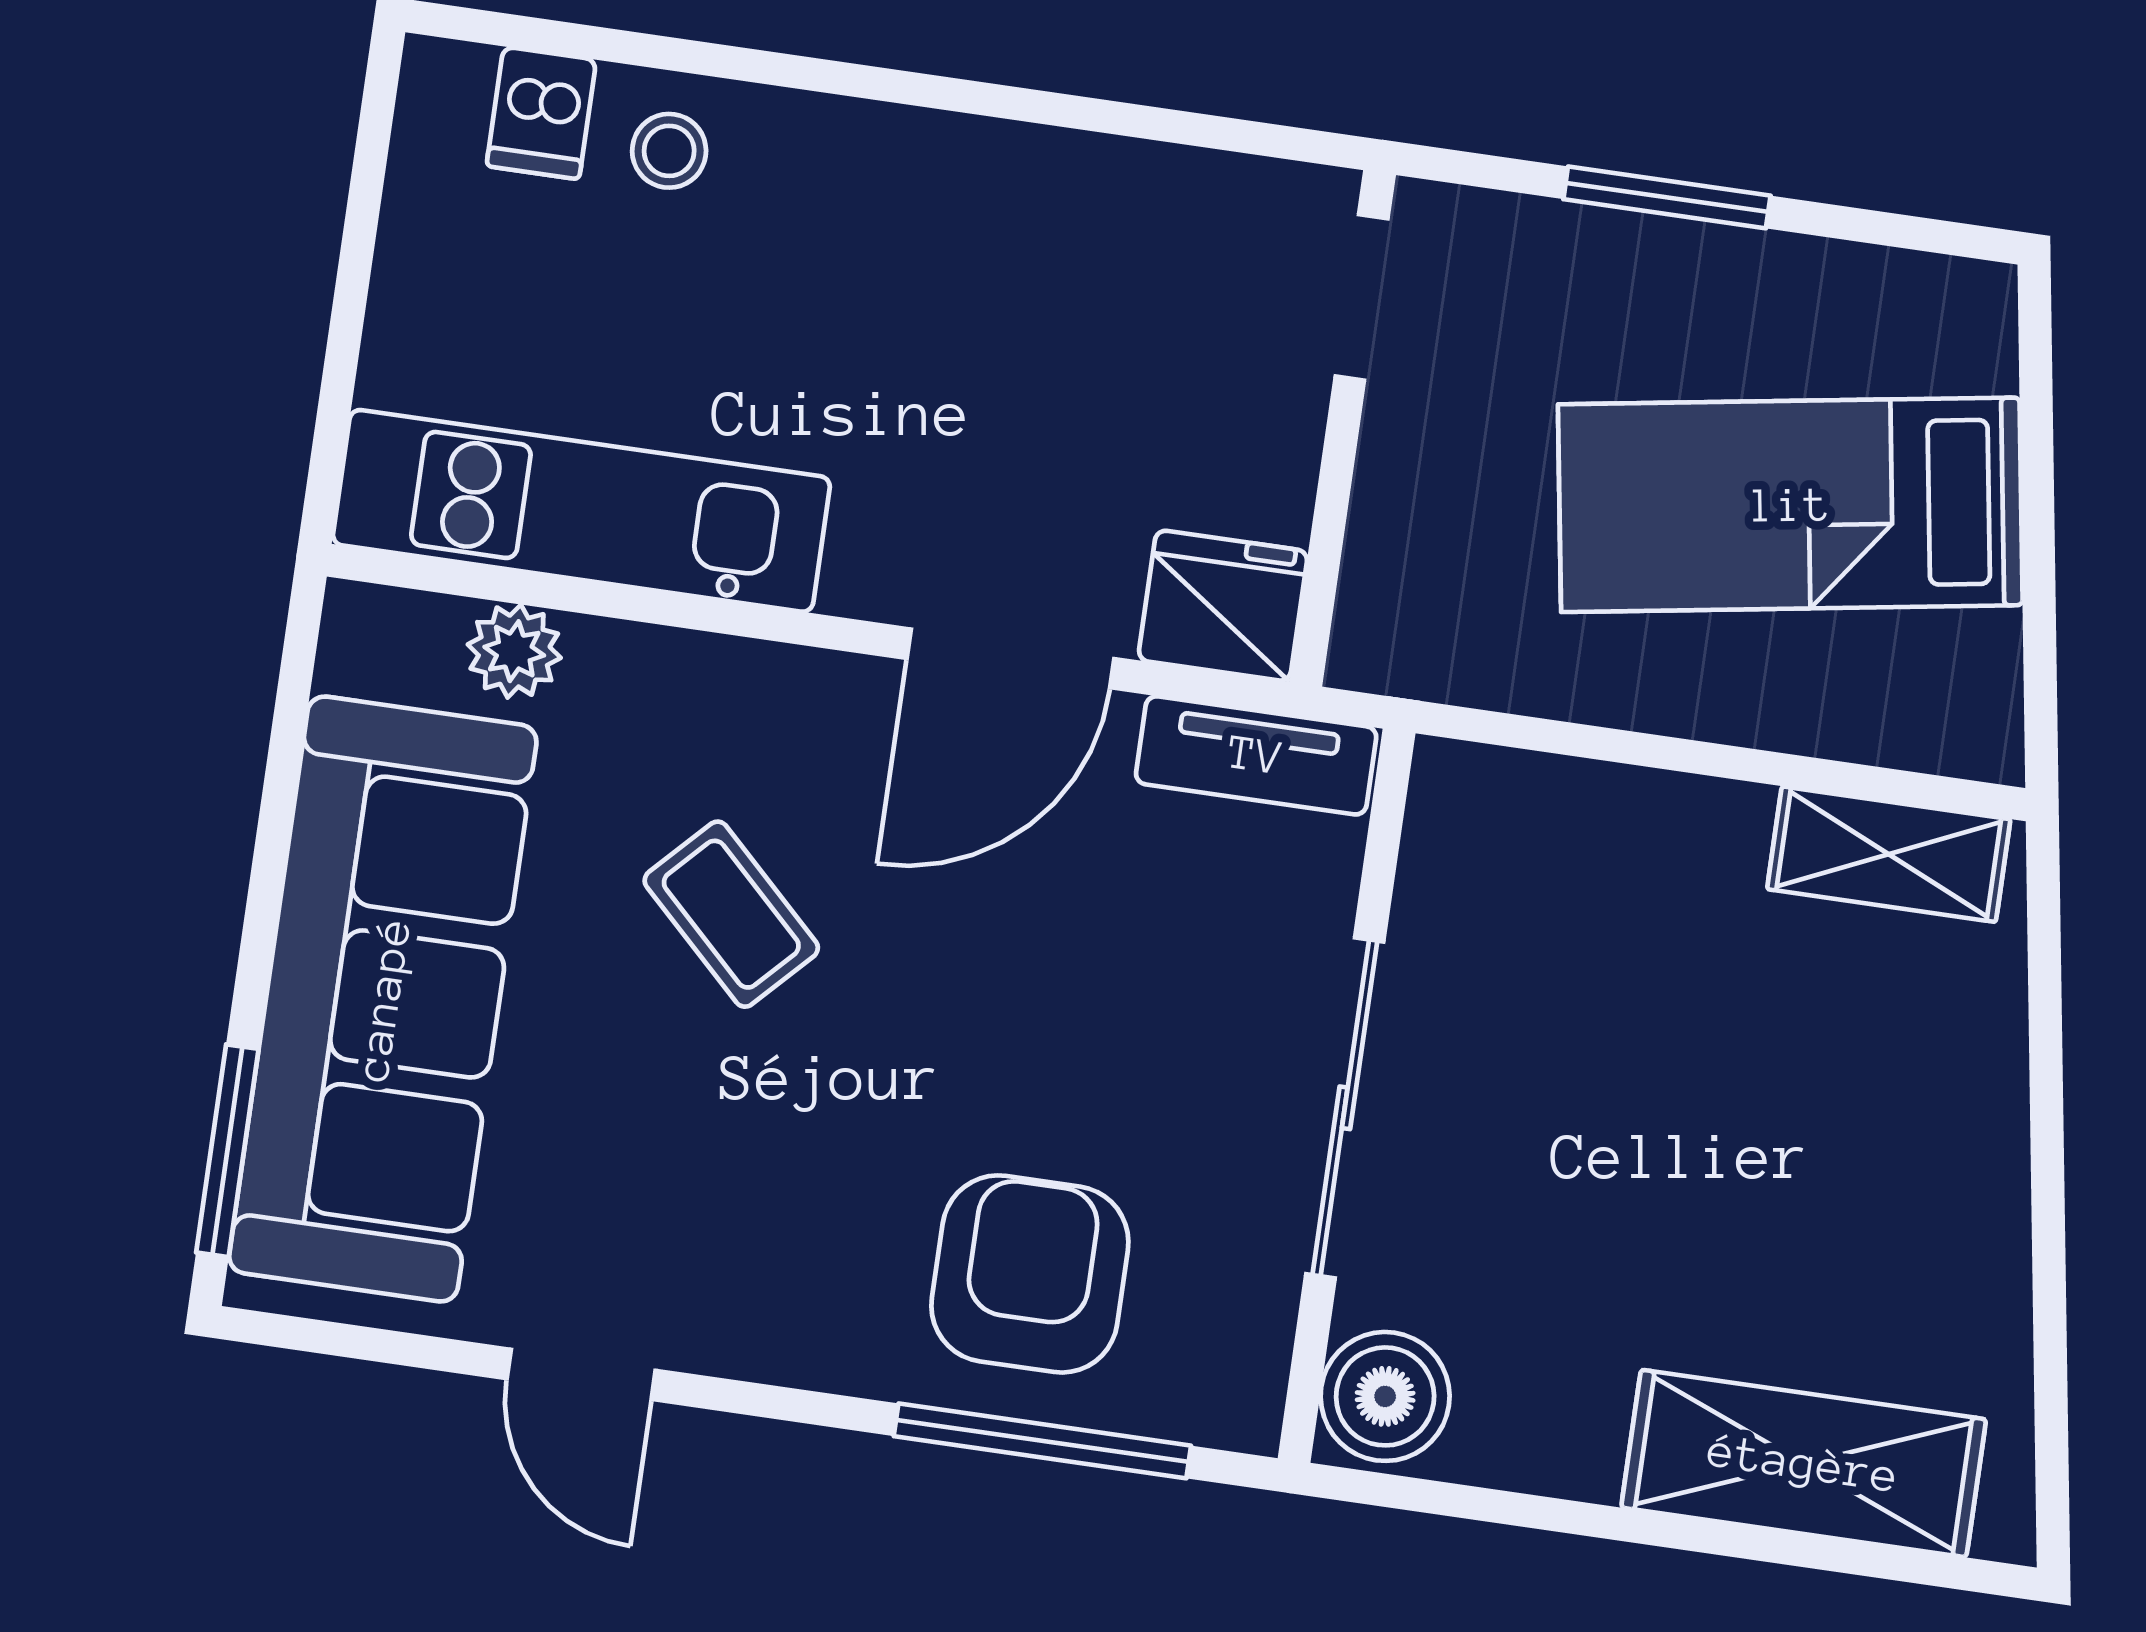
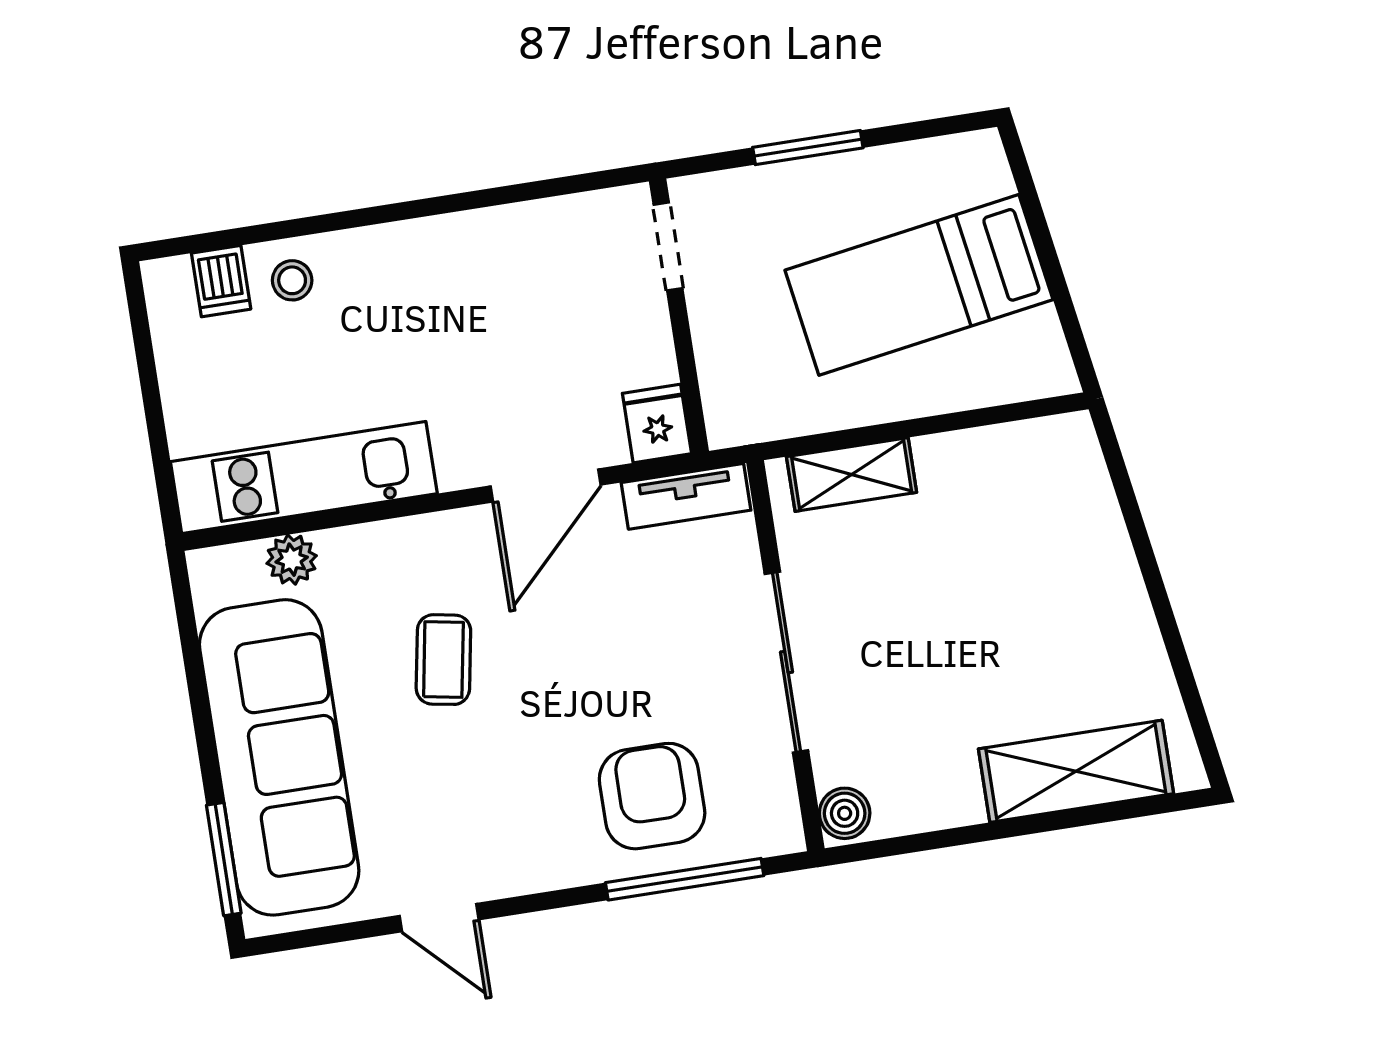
fridge: (1223, 606) -> (657, 423), width x0.72
shelving: (1889, 854) -> (852, 475), moved
coffee table: (731, 914) -> (443, 660), turned 56
boiler: (1385, 1396) -> (845, 813), width x0.73, depth x0.73

